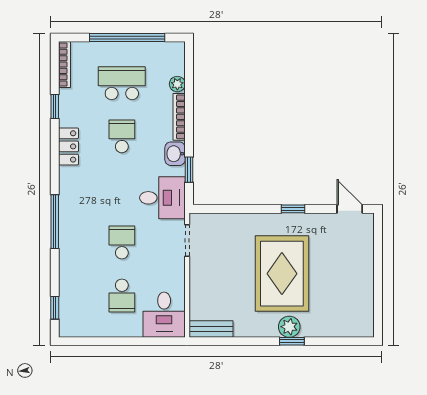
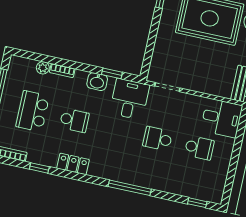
bookcase: (179, 117) -> (62, 71), width x0.64
school desk: (122, 136) -> (74, 120), turned 180

